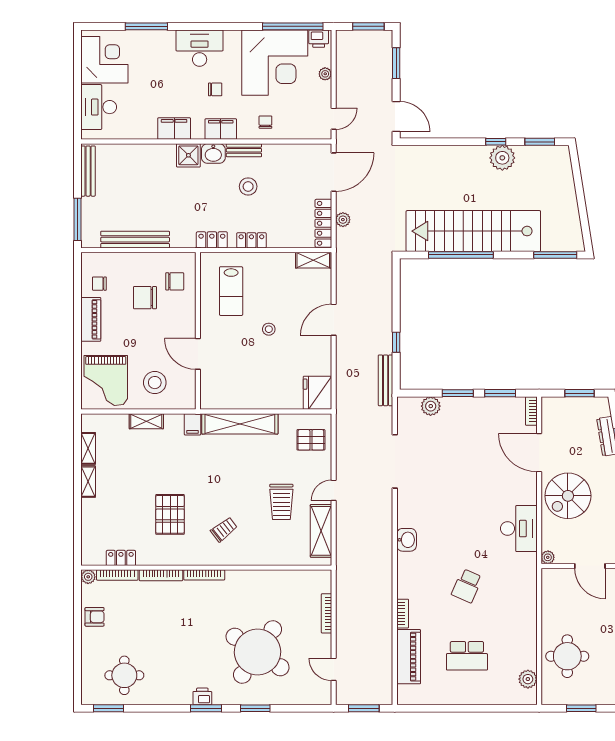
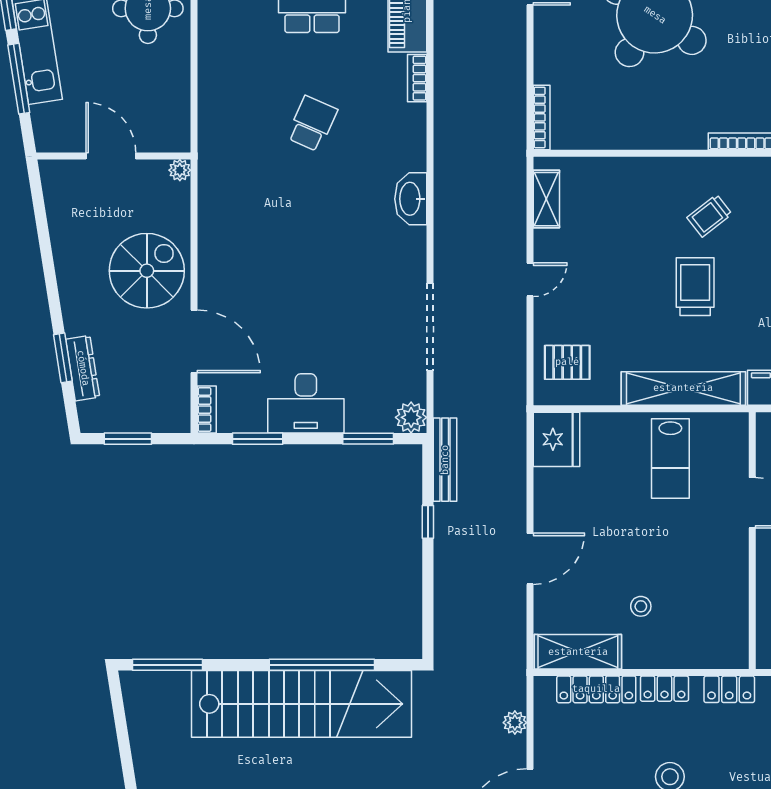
locker: (323, 223) -> (596, 689), moved, turned 90
shelving: (313, 260) -> (578, 652), width x1.50, depth x1.33
lab bench: (231, 291) -> (670, 459), moved, turned 180
stool: (269, 329) -> (641, 606), moved
window: (458, 393) -> (368, 439), moved
plant: (431, 406) -> (411, 417), moved
trolley: (281, 502) -> (695, 287), moved
desk: (519, 529) -> (306, 403), moved, turned -90
shelving: (321, 531) -> (546, 199), width x0.67, depth x0.75
washbasin: (407, 540) -> (411, 199), width x1.38
bookcase: (327, 613) -> (542, 117), moved

